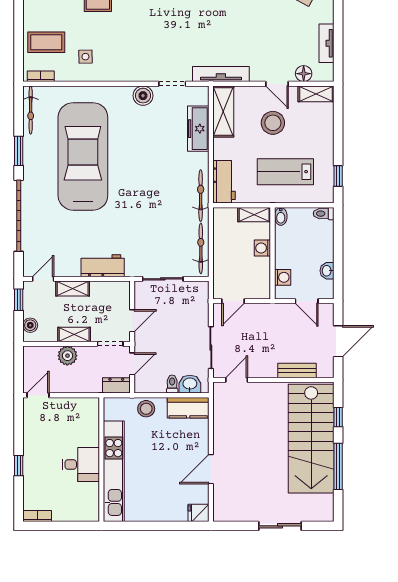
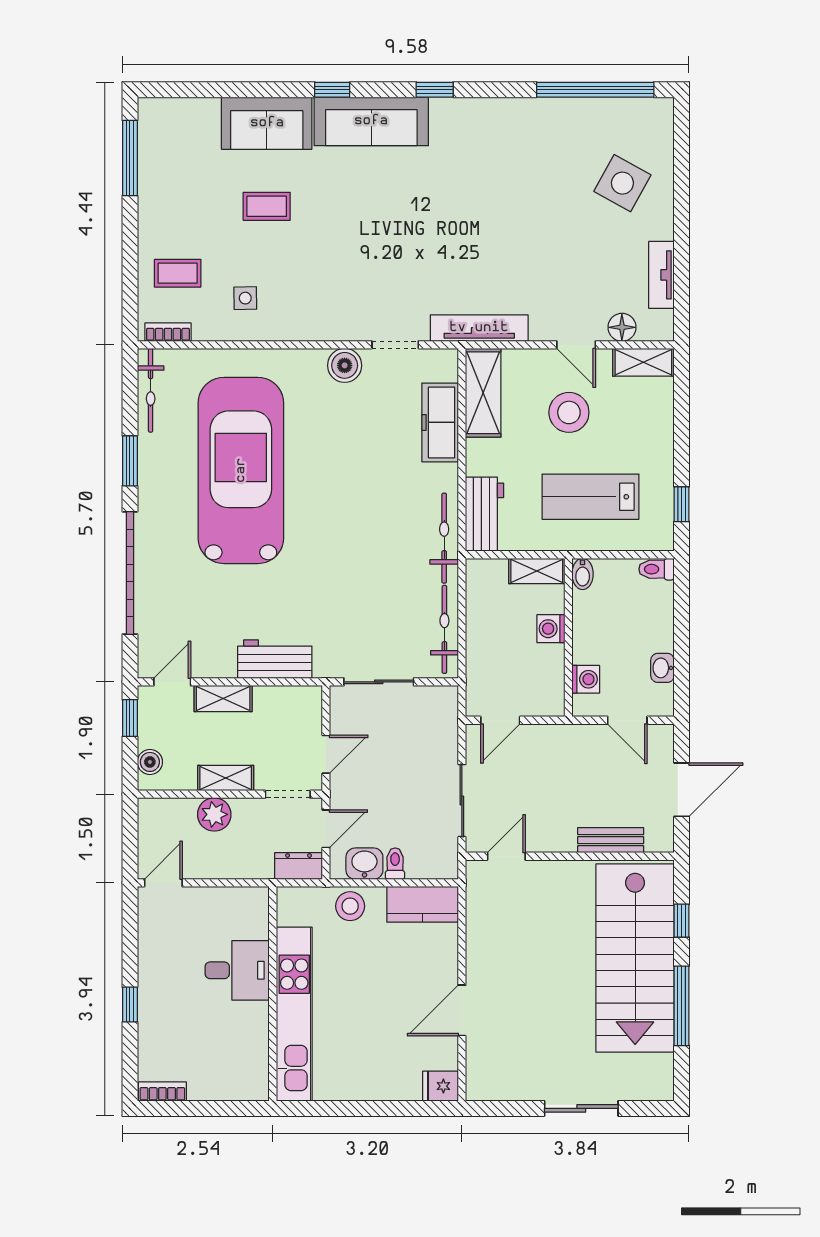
coffee table: (46, 42) -> (178, 273), width x0.73, depth x0.77
washbasin: (190, 384) -> (364, 864), moved
desk: (81, 464) -> (237, 970), moved

